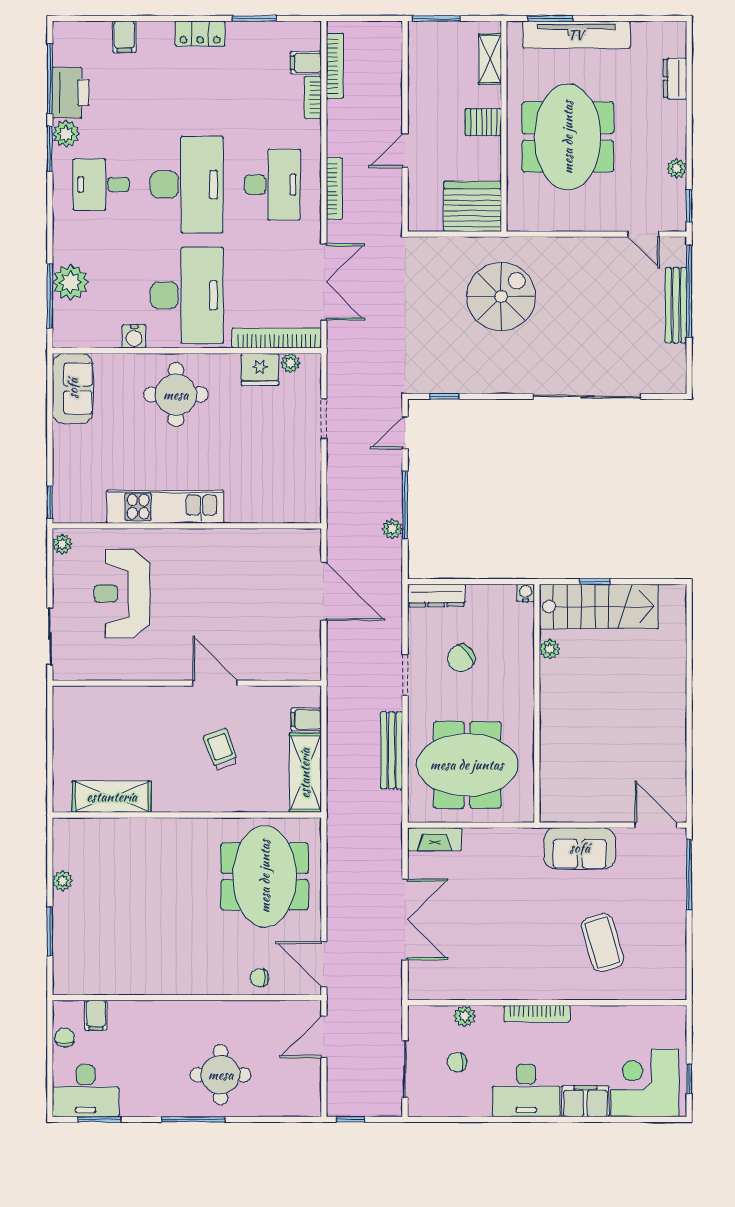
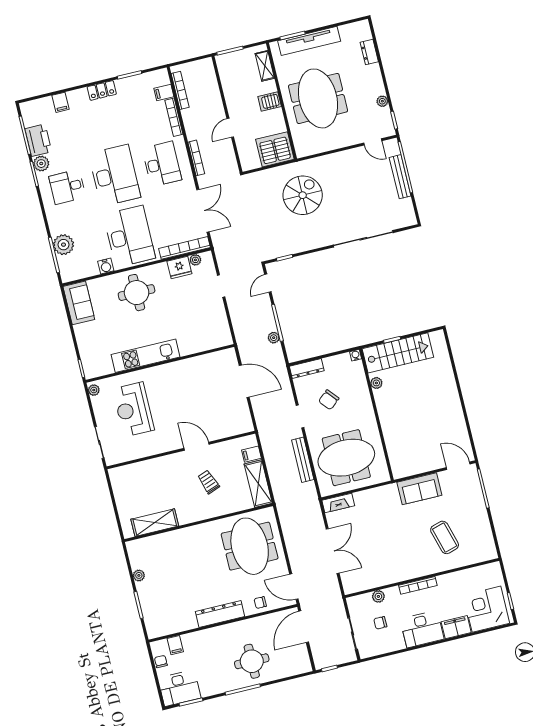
bookcase: (313, 98) -> (174, 117), width x1.56
dresser: (186, 980) -> (220, 614), added
door: (324, 1037) -> (304, 627), width x1.36

